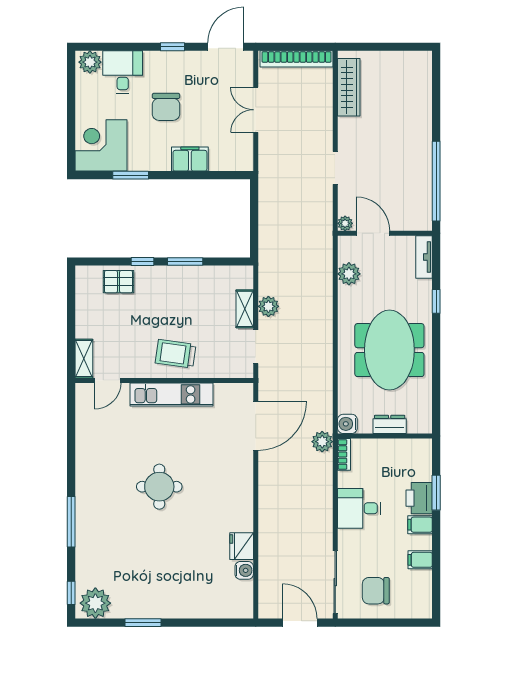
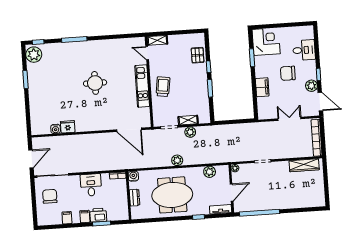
plant: (90, 62) -> (311, 86), moved
door: (373, 233) -> (232, 193), moved
plant: (322, 442) -> (177, 160), moved

